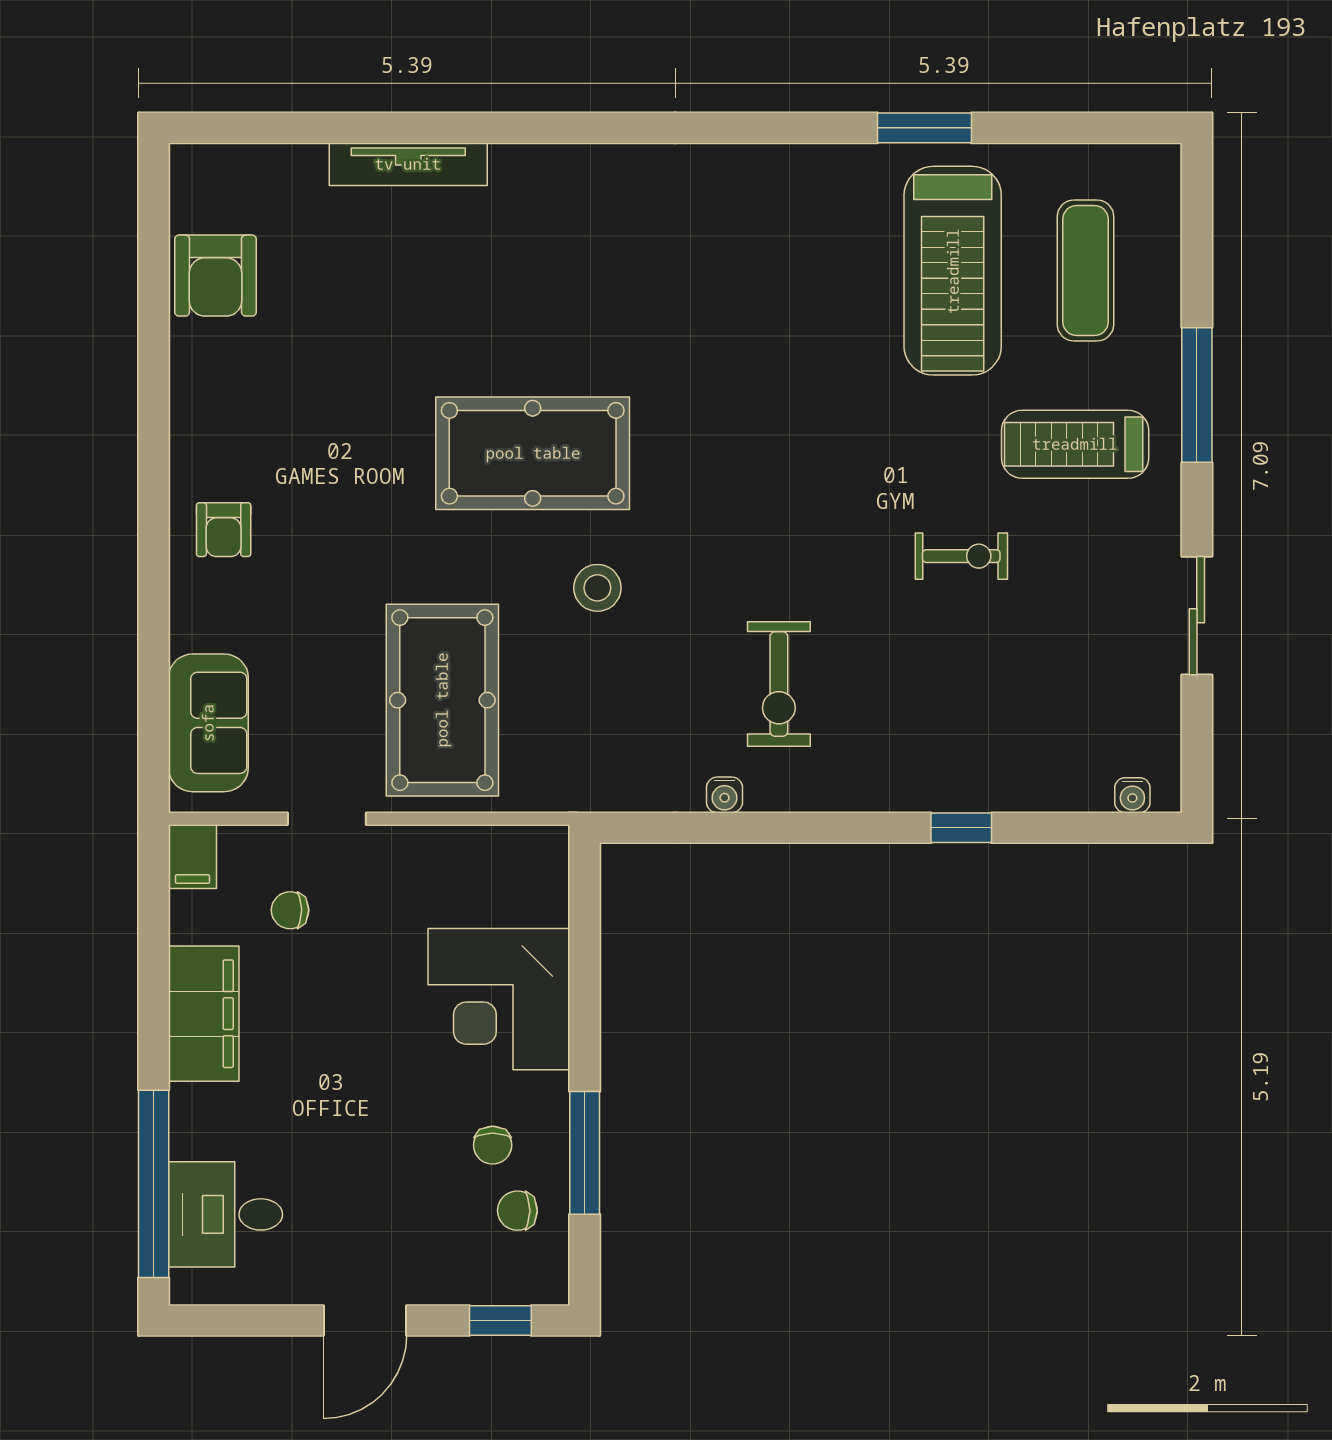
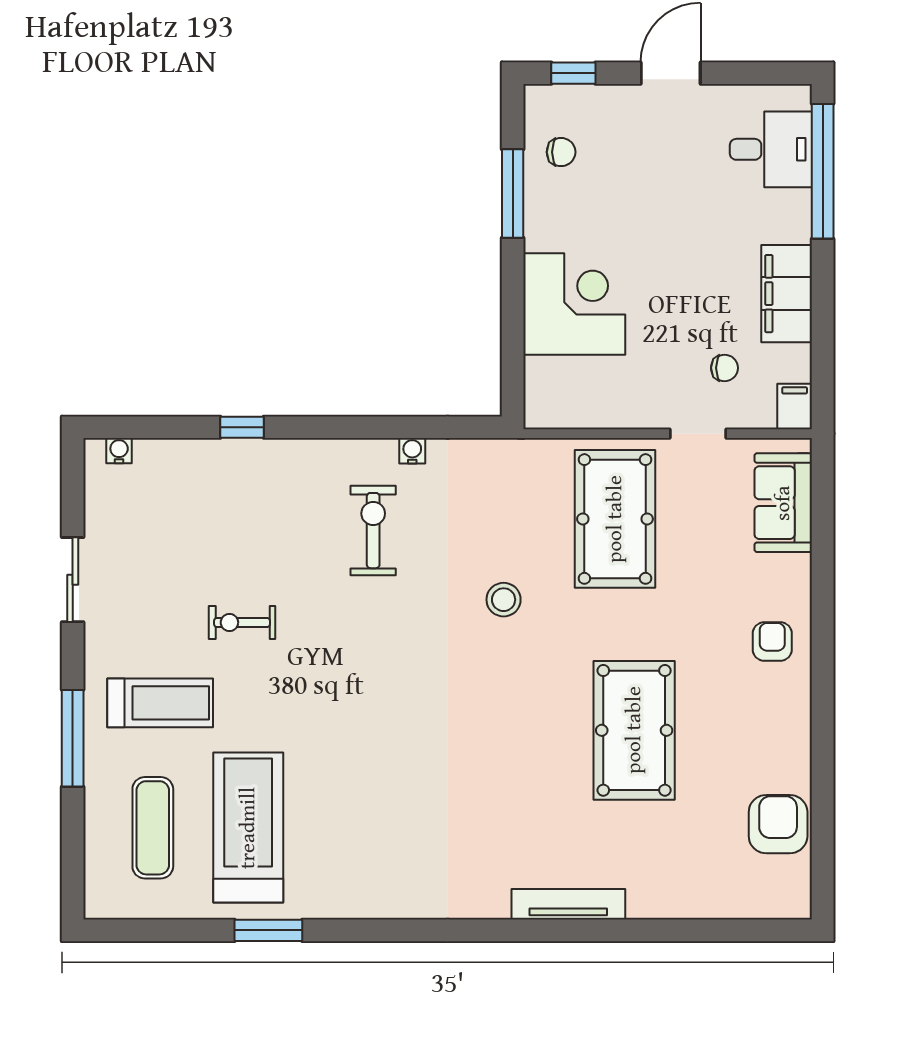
tv unit: (408, 164) -> (568, 904), moved
pool table: (533, 453) -> (634, 730), moved, turned 90
chair: (493, 1145) -> (579, 199), removed

